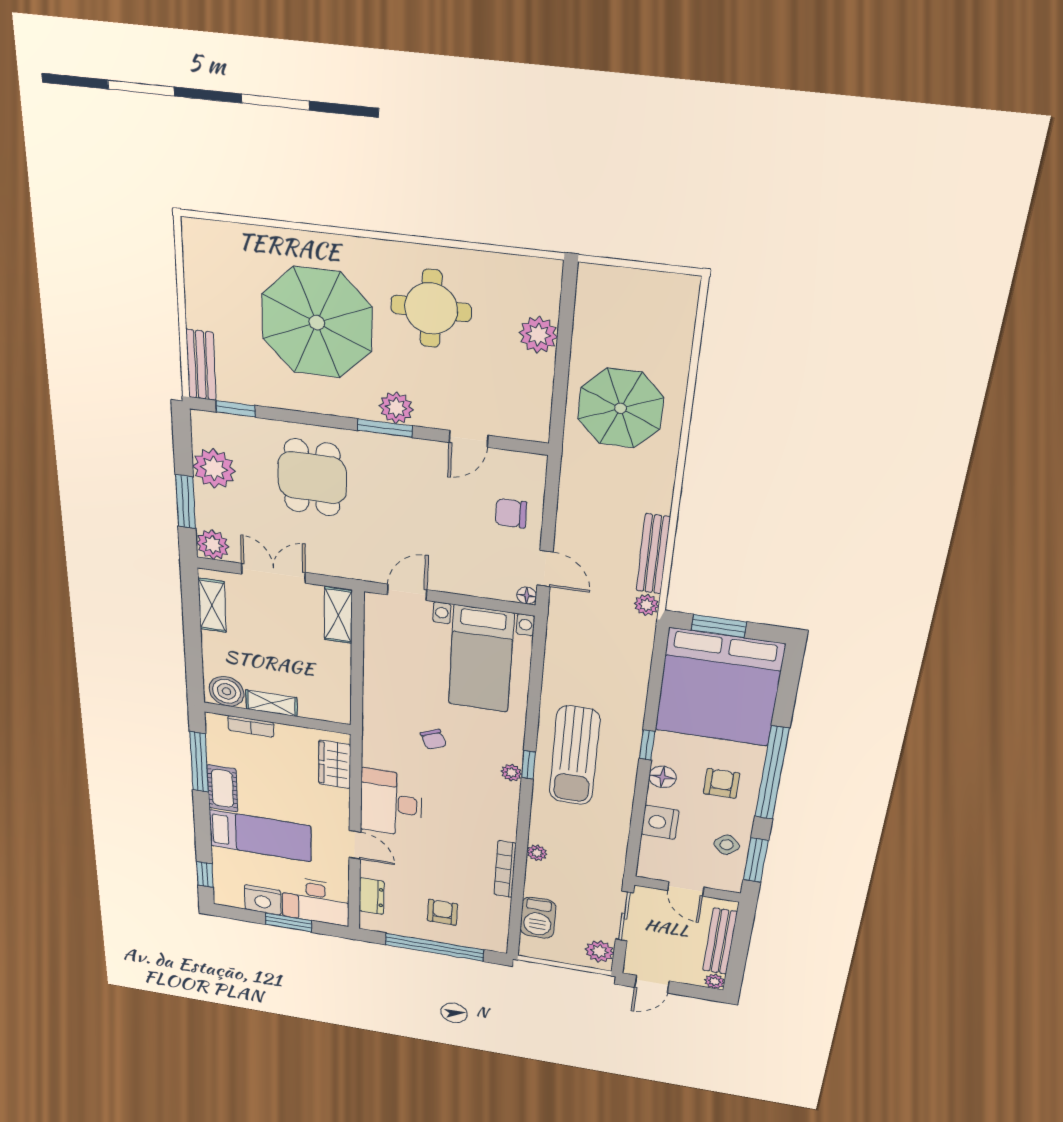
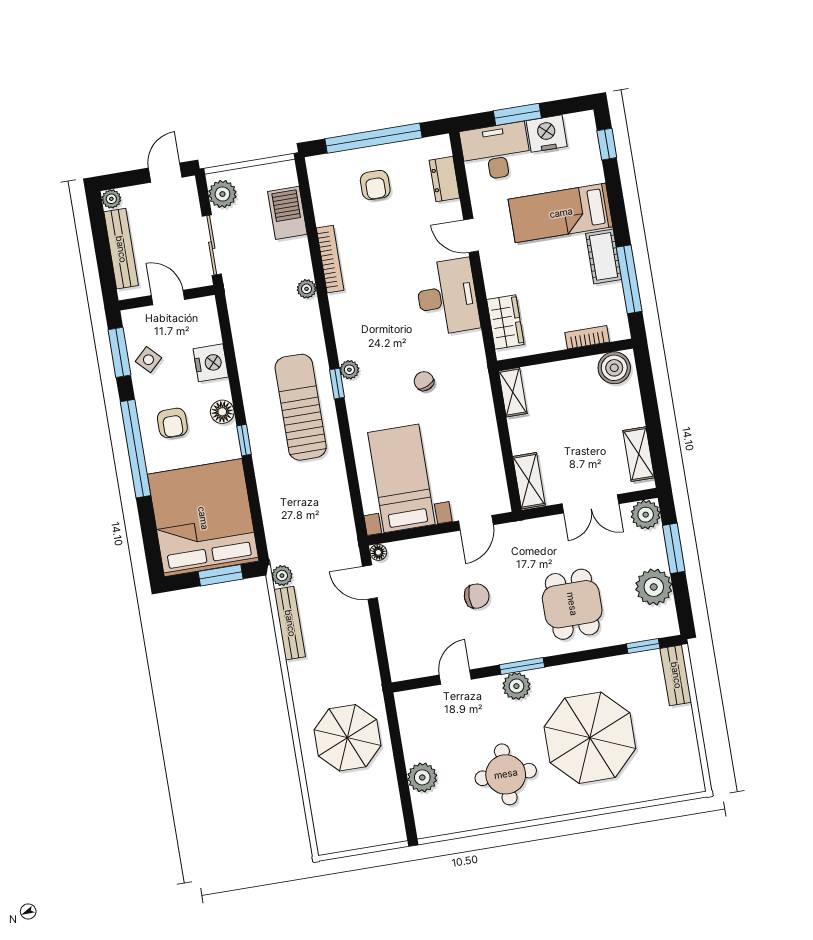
chair: (511, 513) -> (477, 596), moved
shelving: (271, 703) -> (513, 392), moved, turned 90

